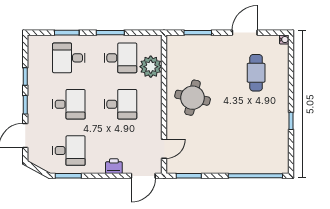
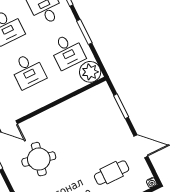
plant: (151, 67) -> (90, 72), moved
round table: (193, 98) -> (39, 159), moved

